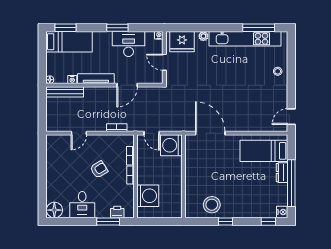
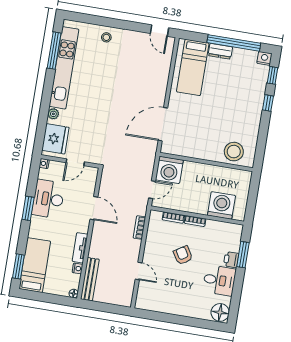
tv unit: (96, 79) -> (80, 248), width x0.71
stool: (212, 205) -> (234, 152), moved
printer: (117, 212) -> (231, 260), moved
window: (225, 222) -> (268, 103), moved

